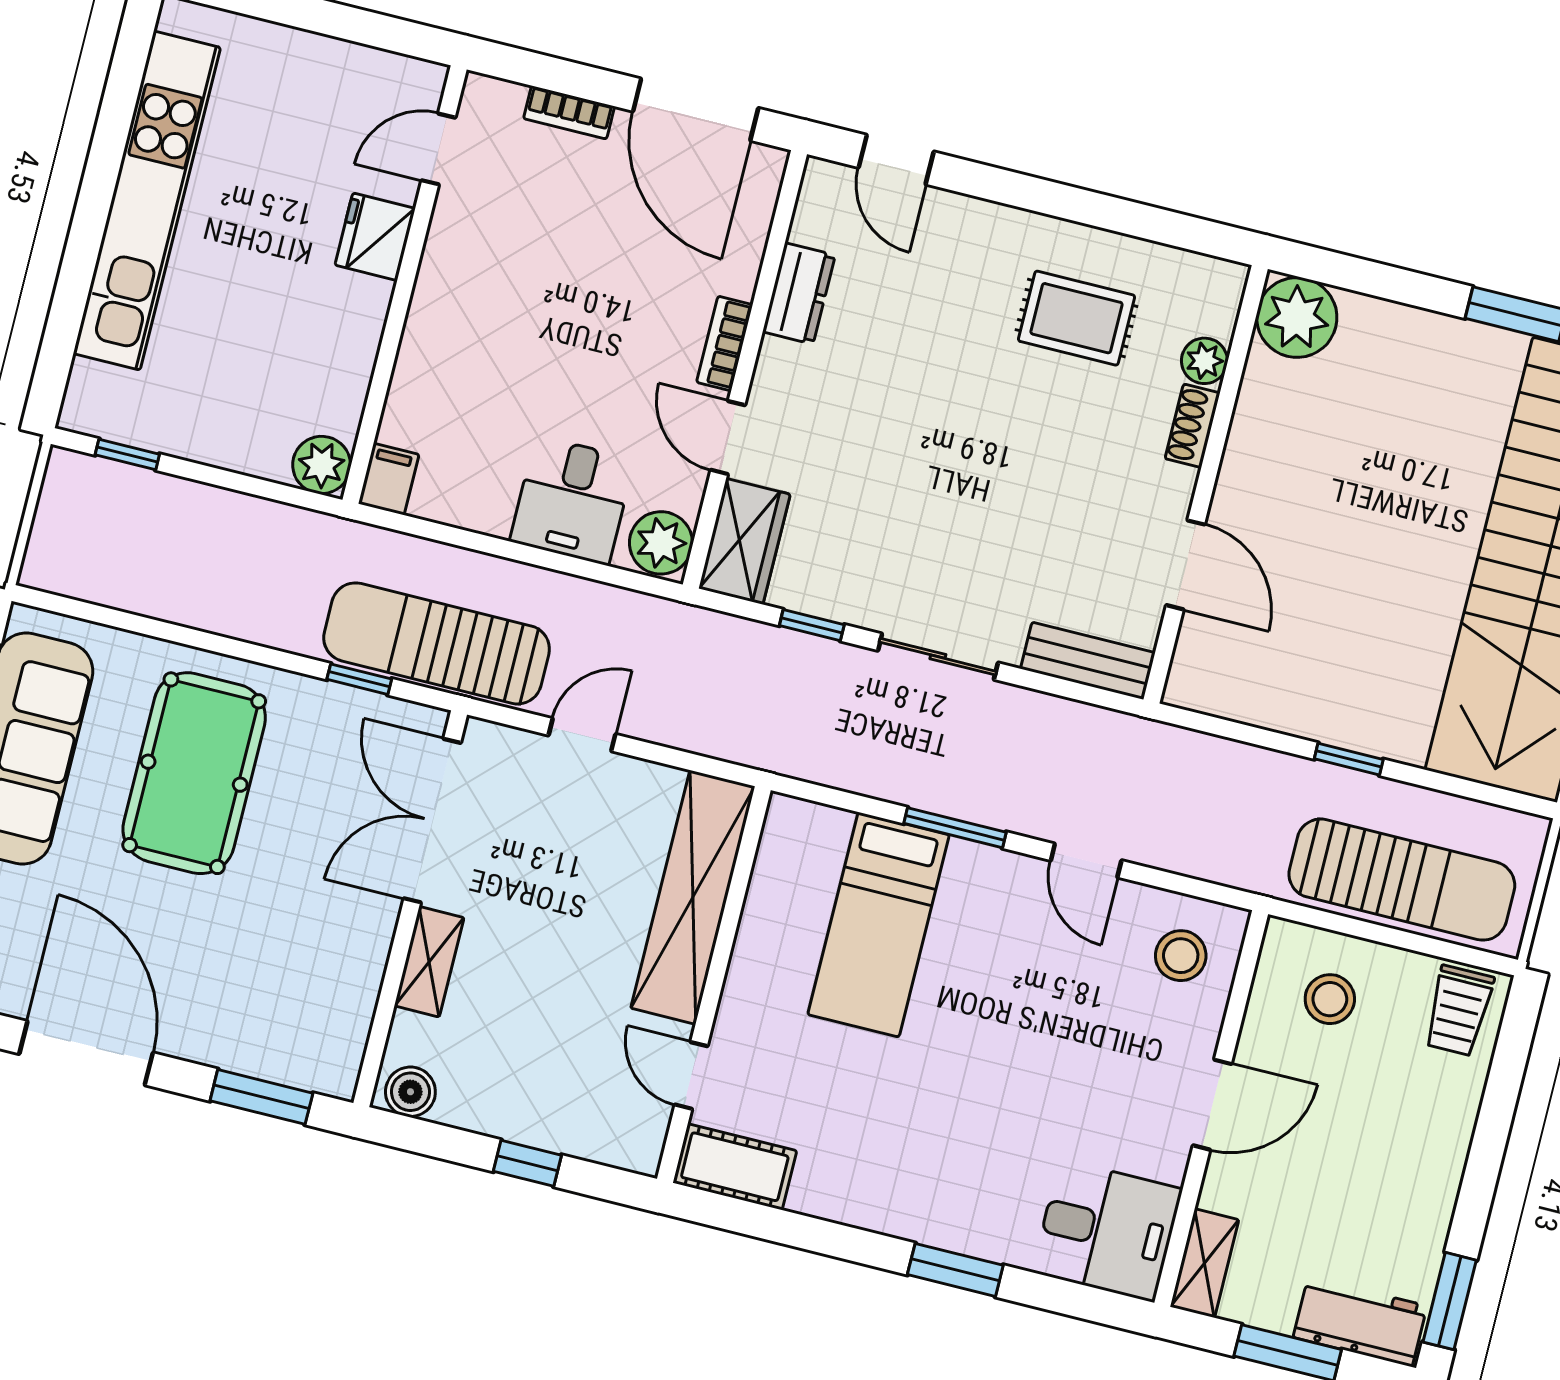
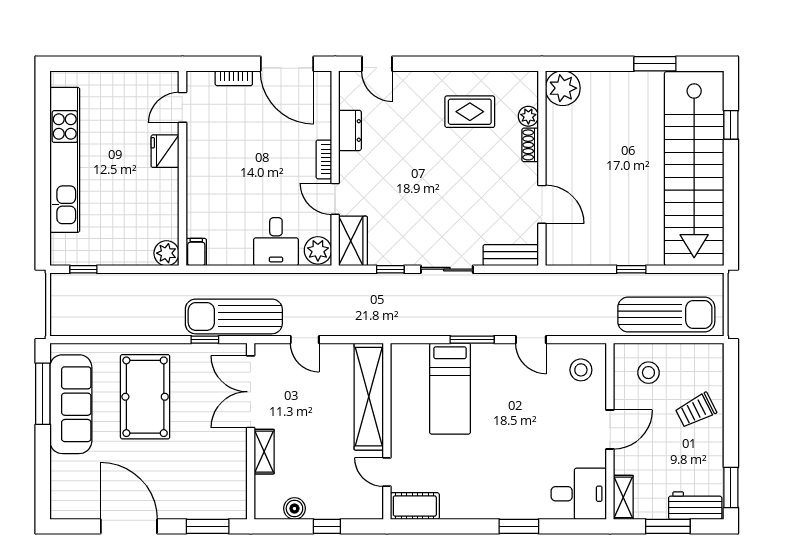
door: (582, 735) -> (305, 340), swing flipped
trolley: (1459, 1011) -> (696, 410), moved, turned 63
boiler: (410, 1092) -> (294, 509), moved

